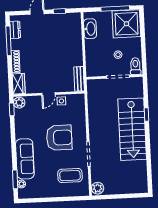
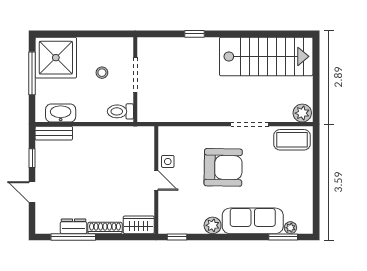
dresser: (15, 30) -> (74, 226), moved
toilet: (135, 66) -> (120, 111), moved
bench: (79, 79) -> (54, 133), moved
plant: (19, 103) -> (213, 225), moved
stairs: (132, 129) -> (266, 56), moved
armchair: (59, 138) -> (223, 167), turned 91
coffee table: (70, 176) -> (292, 140), moved, turned 90

